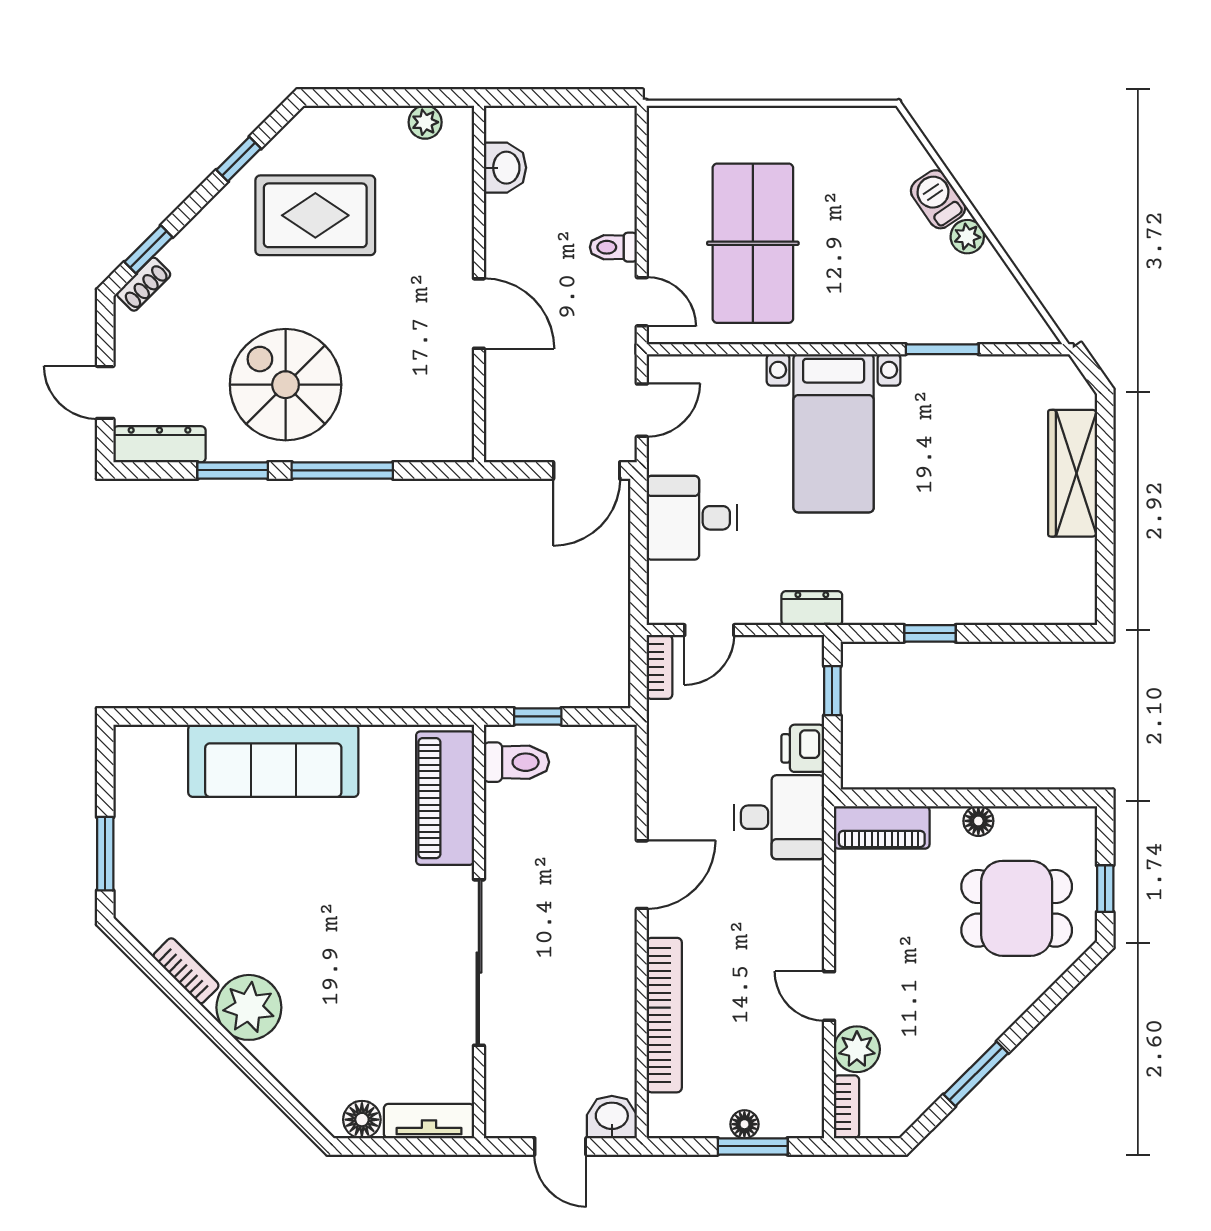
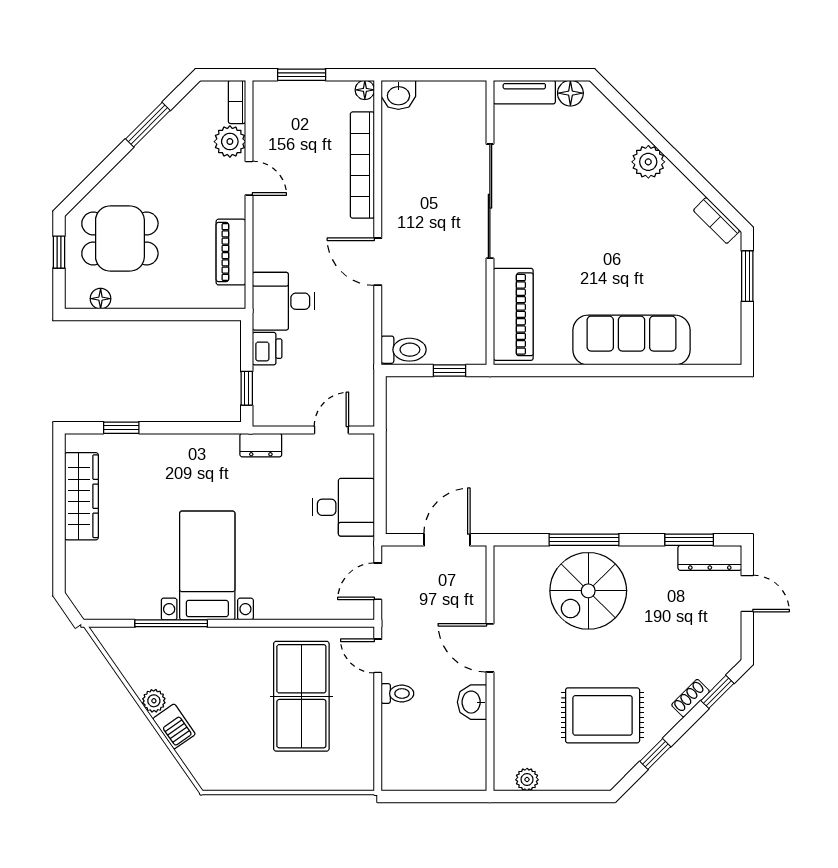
washbasin: (505, 168) -> (472, 702), moved
shoe rack: (144, 284) -> (691, 698), moved
window: (942, 349) -> (171, 623), width x1.44
spiral stairs: (286, 385) -> (588, 591), moved, turned 90
bed with nightstands: (834, 433) -> (207, 566), moved
window: (233, 470) -> (689, 540), moved
door: (587, 470) -> (447, 540), moved
wardrobe: (1073, 473) -> (81, 496), moved
window: (930, 633) -> (121, 428), moved
bookcase: (659, 667) -> (366, 405), removed
toilet: (516, 762) -> (404, 350), moved, turned 180
floor lamp: (978, 821) -> (101, 299), moved
piano: (882, 827) -> (231, 252), moved, turned -90
door: (642, 875) -> (378, 262), hinge flipped
bookcase: (186, 971) -> (717, 220), moved
plant: (249, 1007) -> (648, 162), width x0.73, depth x0.73
floor lamp: (744, 1124) -> (365, 90), moved
door: (560, 1146) -> (434, 75), removed

